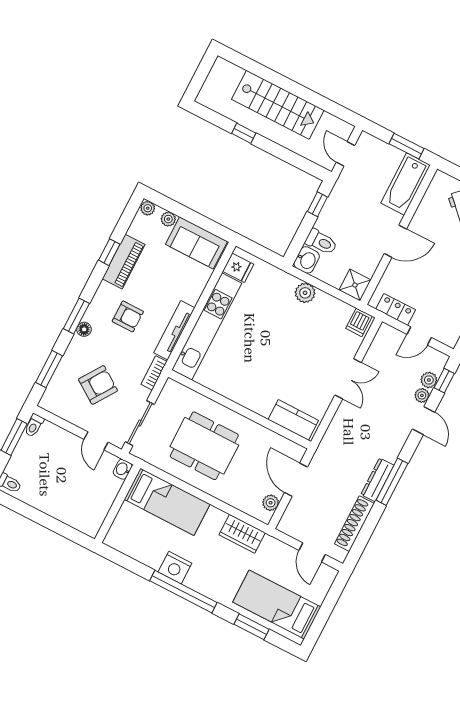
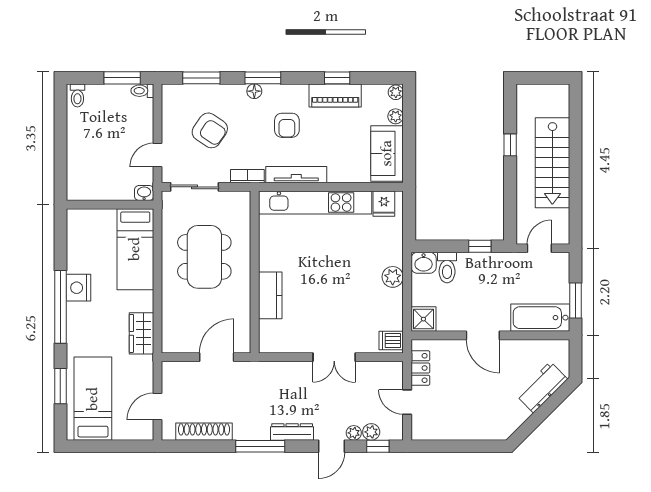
kitchen counter: (293, 420) -> (270, 295), moved
dresser: (377, 480) -> (292, 432), moved
plant: (271, 503) -> (183, 345), removed

